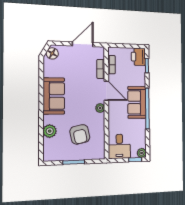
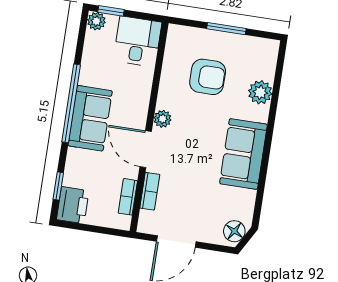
armchair: (80, 134) -> (208, 77), turned 102

